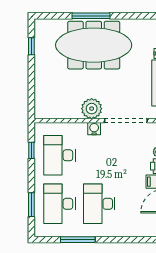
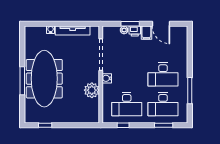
plant: (92, 109) -> (92, 90), moved

